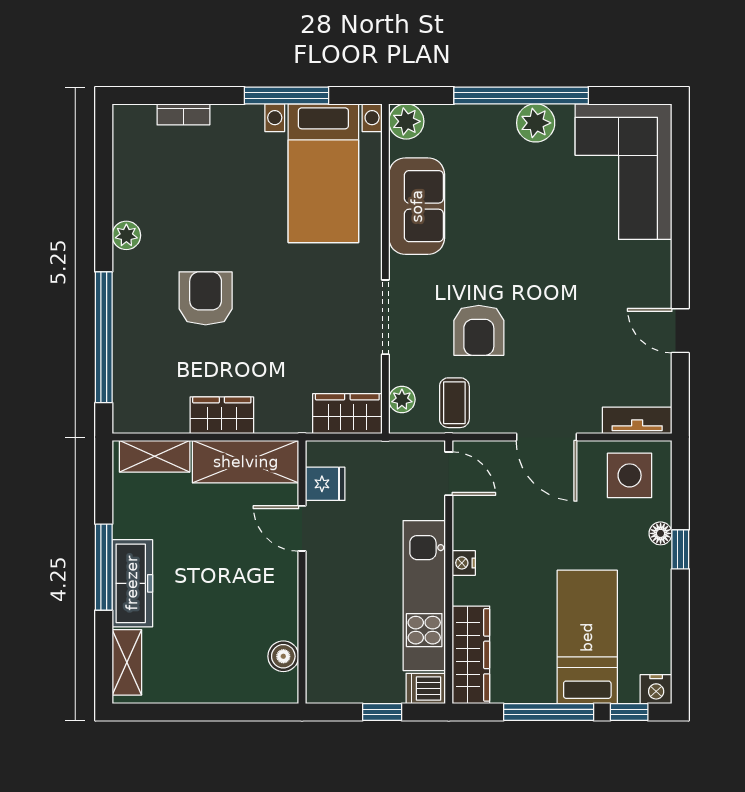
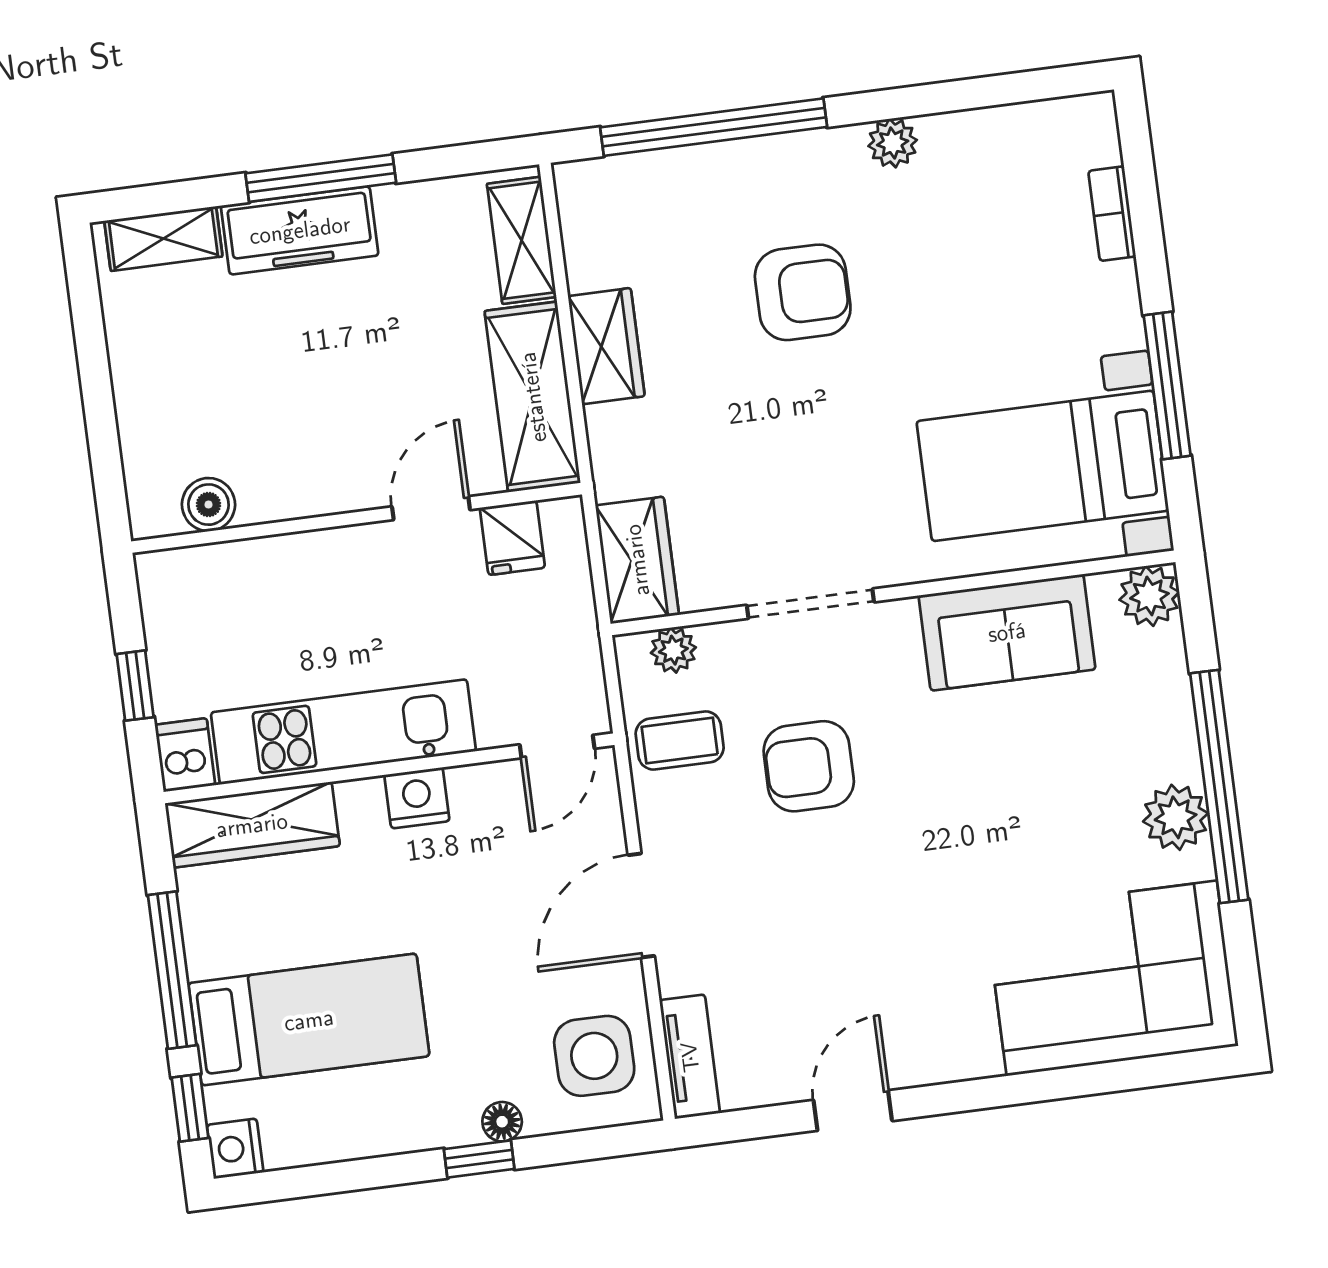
nightstand: (464, 563) -> (417, 798), width x1.39, depth x1.35

